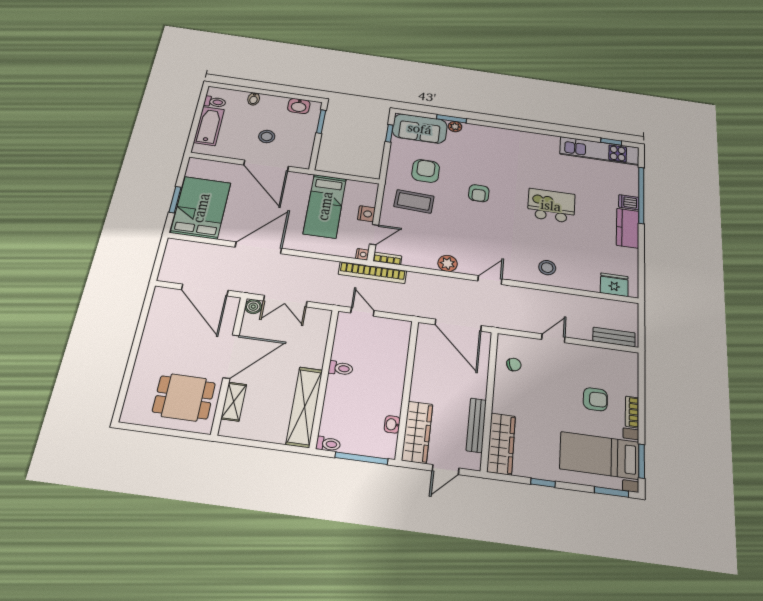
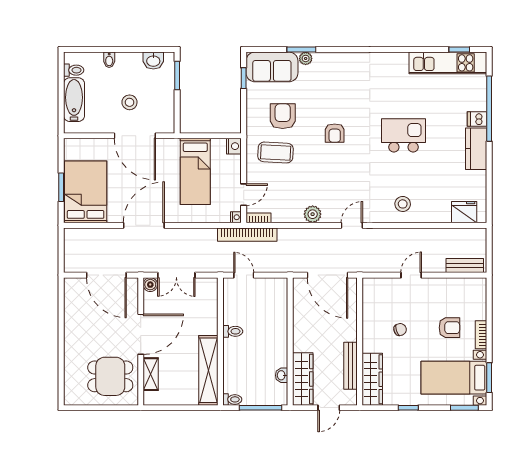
nightstand: (366, 214) -> (234, 146), moved
chair: (514, 365) -> (400, 330), moved

